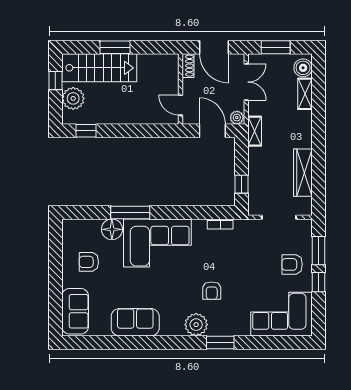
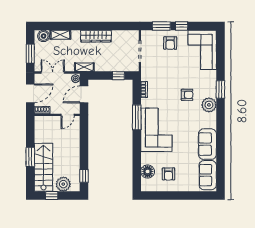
wardrobe: (303, 173) -> (96, 36), moved
window: (130, 212) -> (137, 117), moved
floor lamp: (112, 229) -> (148, 172), moved
sofa: (75, 311) -> (208, 175), moved, turned -90

